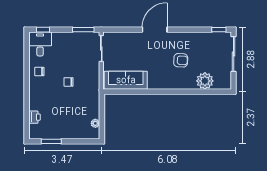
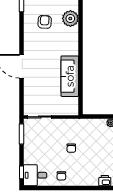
armchair: (181, 60) -> (45, 22), moved
sofa: (126, 80) -> (70, 76), moved

